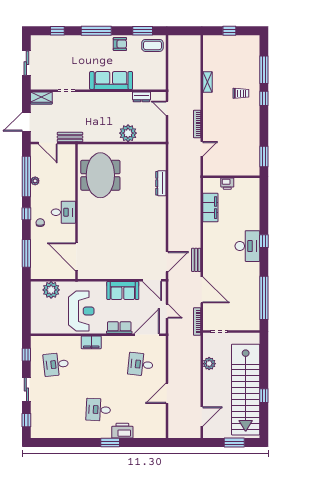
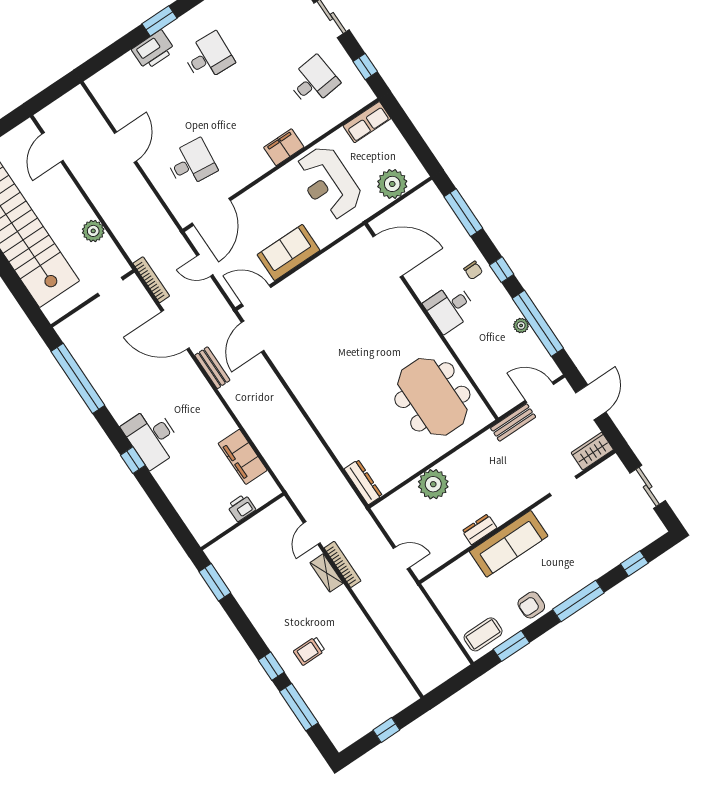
shelving: (208, 82) -> (327, 573), moved
dresser: (141, 97) -> (479, 529), moved
dresser: (161, 183) -> (363, 482), moved
row of seats: (119, 328) -> (367, 122), moved

